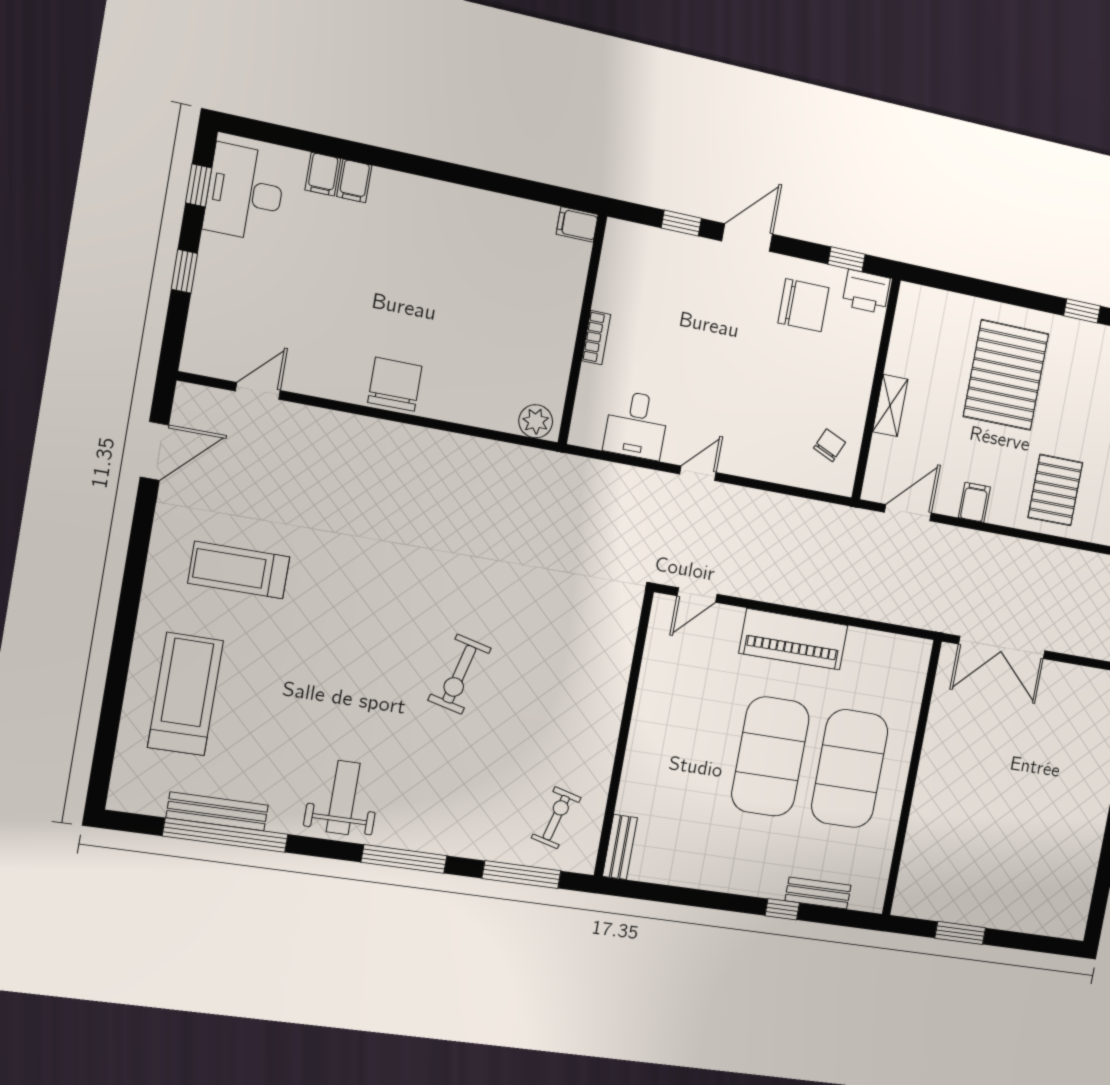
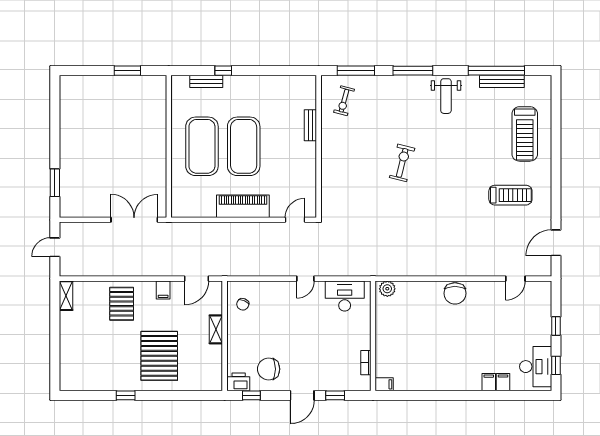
bookcase: (596, 338) -> (366, 363), moved
desk: (636, 425) -> (345, 296), width x1.37
bench: (620, 847) -> (310, 125), moved

